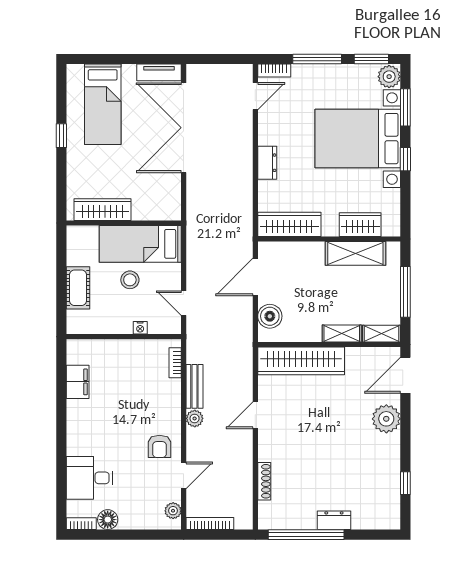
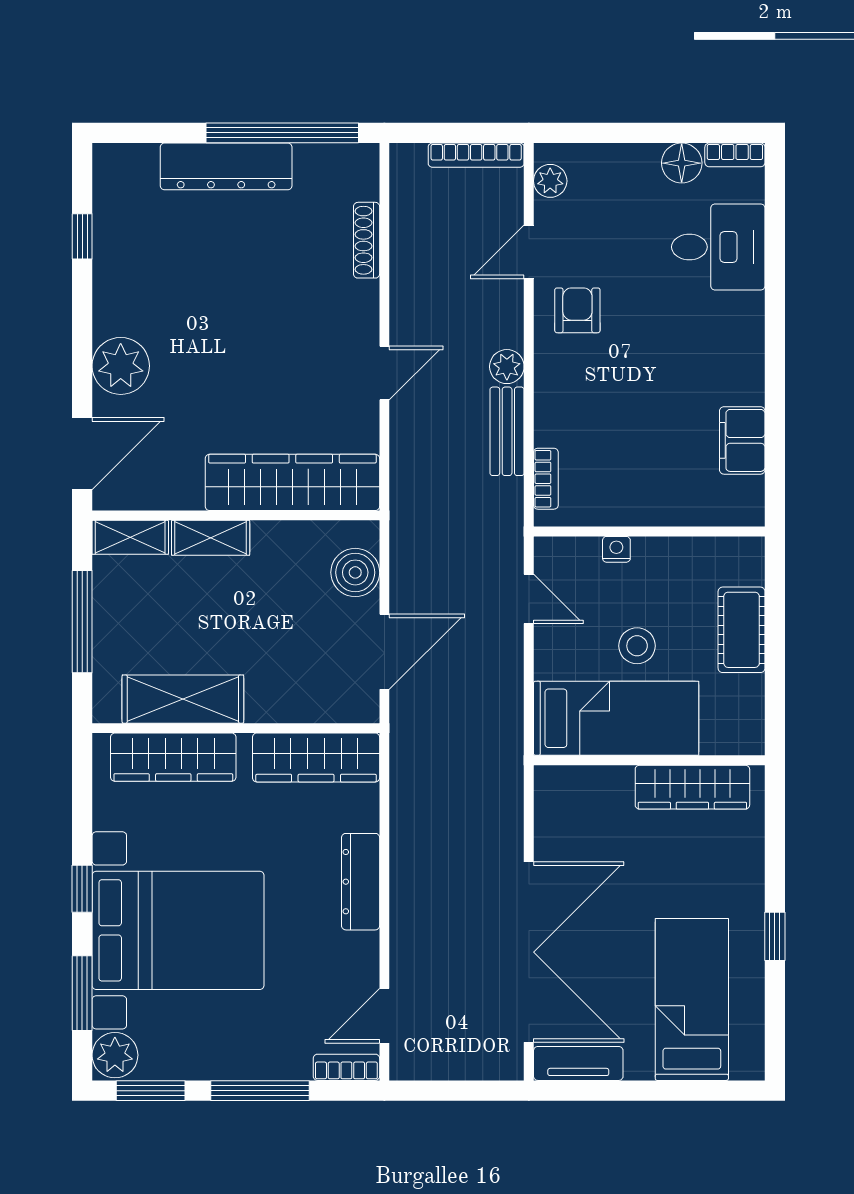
dresser: (267, 163) -> (361, 882), width x1.44
wardrobe: (360, 225) -> (173, 757), width x1.50
dresser: (334, 520) -> (226, 166), width x1.96, depth x1.24

